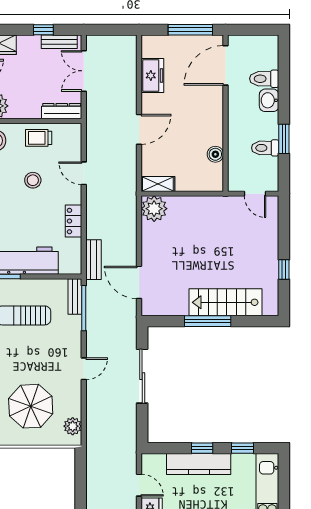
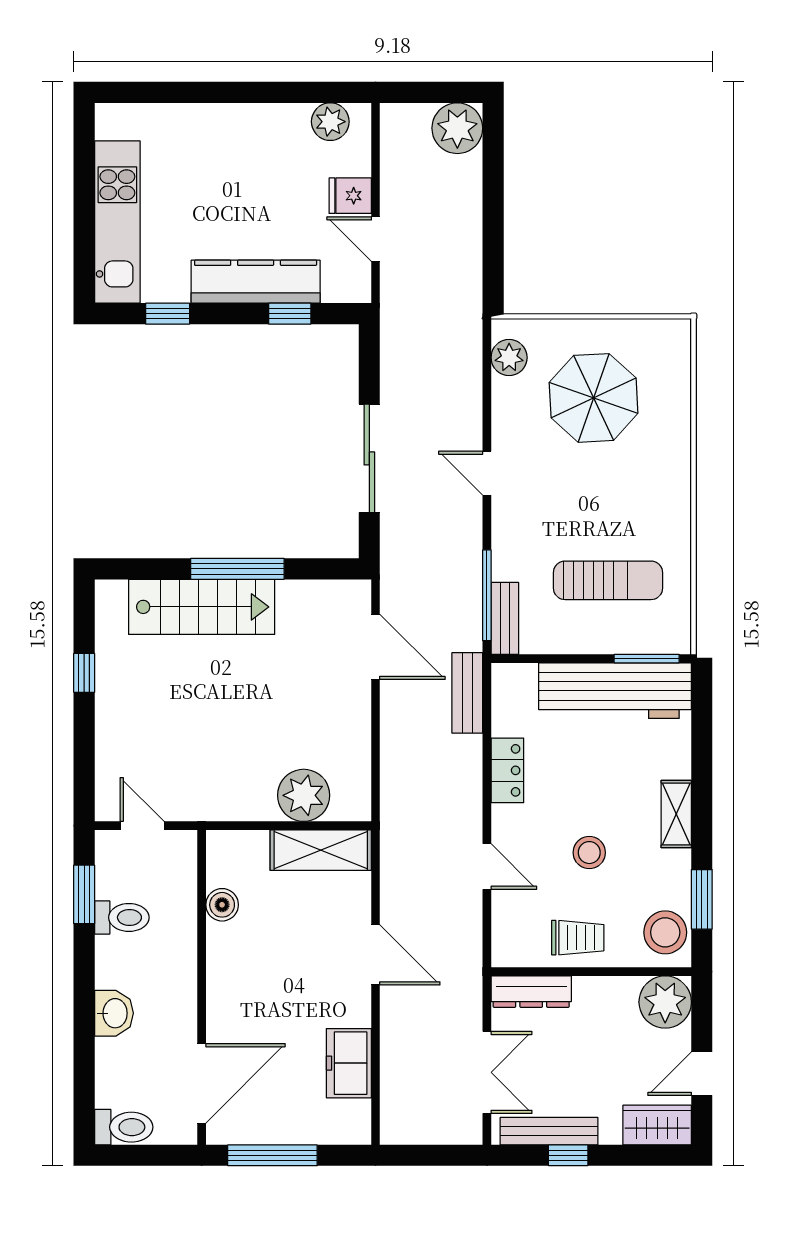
bench: (59, 42) -> (549, 1131), width x1.36
toilet: (264, 79) -> (124, 1127), moved
door: (139, 129) -> (376, 955), swing flipped
window: (284, 139) -> (84, 894), moved
shelving: (158, 184) -> (321, 850), width x1.50, depth x1.33
plant: (154, 209) -> (304, 795), moved
door: (84, 369) -> (487, 473), hinge flipped
window: (202, 448) -> (290, 314), moved

